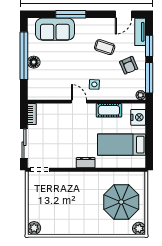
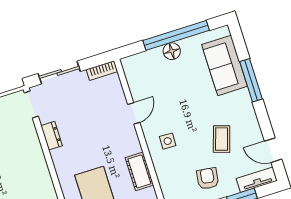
armchair: (129, 65) -> (208, 179), turned 121
door: (79, 102) -> (134, 113), moved
dresser: (86, 163) -> (52, 136), moved

